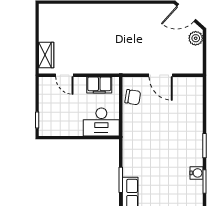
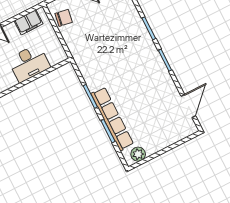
desk: (101, 122) -> (29, 63), moved
water cooler: (197, 173) -> (154, 56), removed

